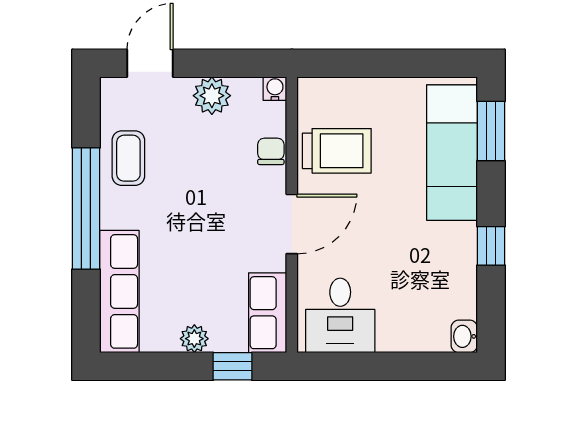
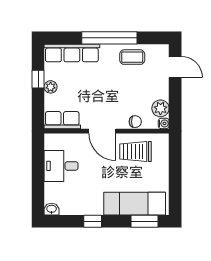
plant: (212, 96) -> (160, 108), moved
trolley: (337, 151) -> (136, 151), turned 90
desk: (340, 315) -> (61, 166), moved
window: (233, 366) -> (38, 79), moved

